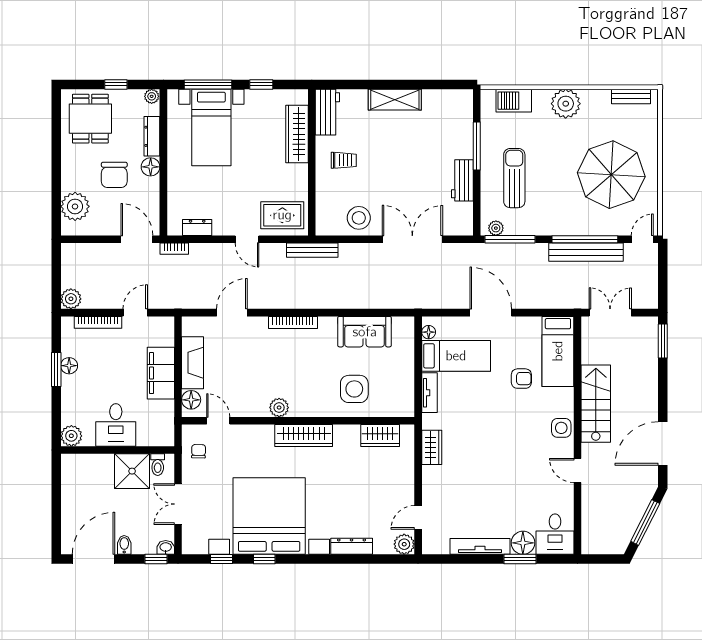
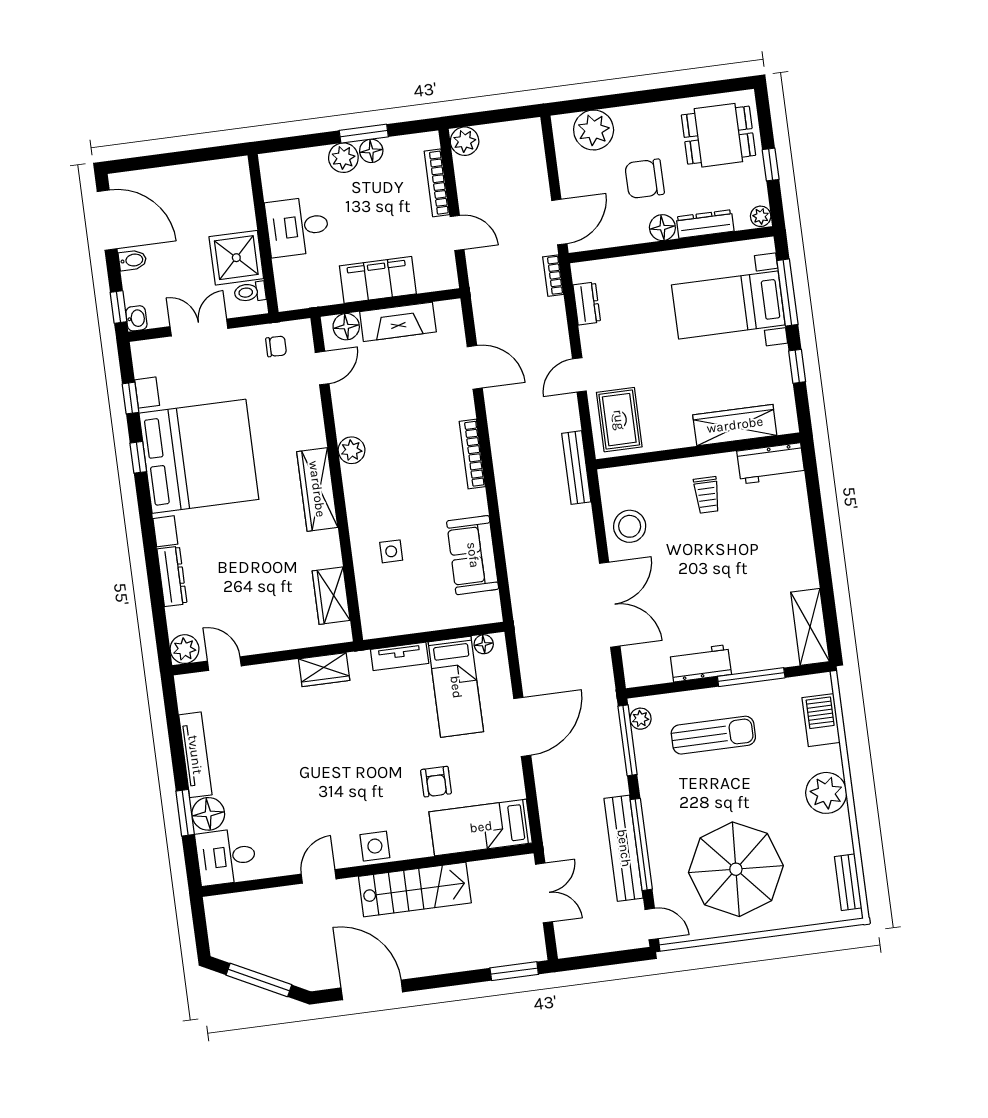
shelving: (395, 100) -> (810, 627), moved
side table: (354, 389) -> (391, 551), width x0.54, depth x0.54
plant: (71, 436) -> (343, 158), moved

